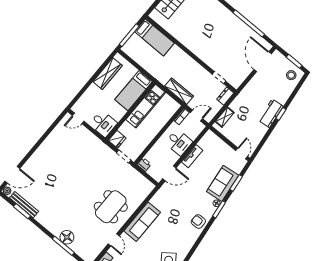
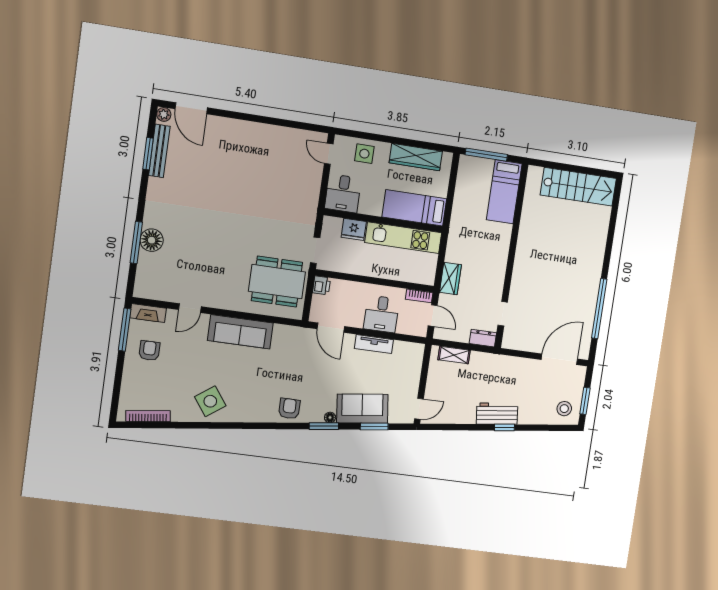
wardrobe: (179, 91) -> (450, 279), width x0.67
side table: (89, 100) -> (364, 154), added
fridge: (117, 139) -> (354, 229), moved
dining table: (111, 207) -> (277, 282), moved

